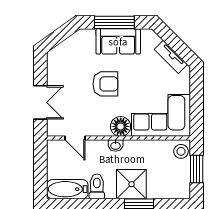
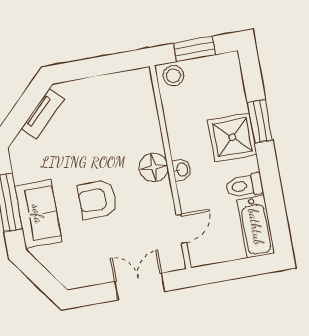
sofa: (118, 41) -> (38, 214), moved
armchair: (105, 84) -> (97, 200), turned -90
corner sofa: (161, 115) -> (128, 113), removed

